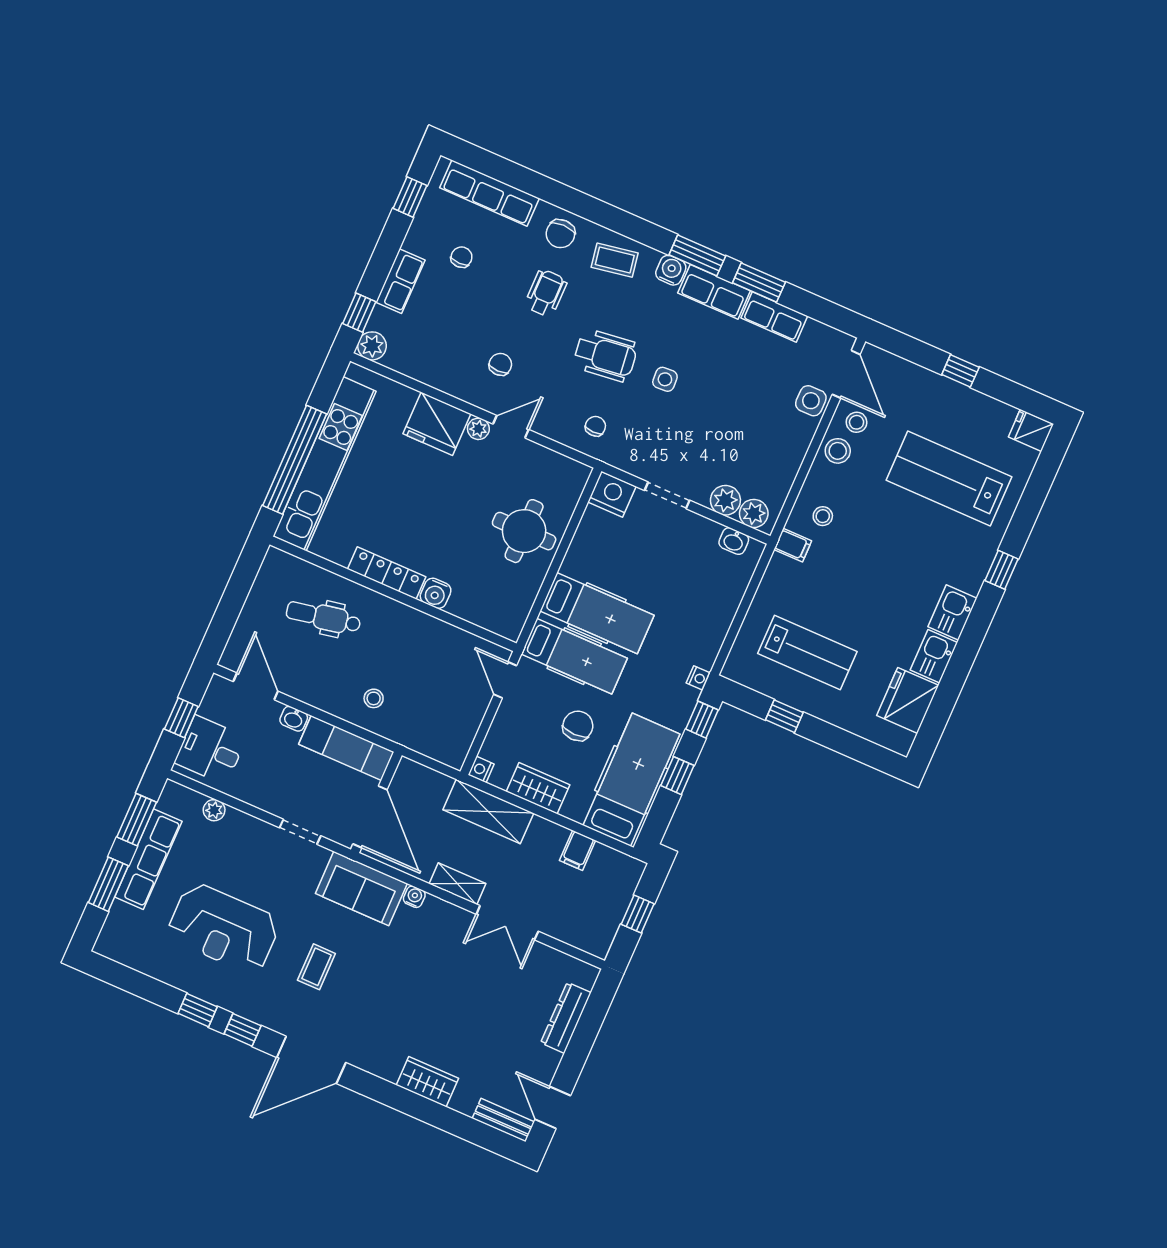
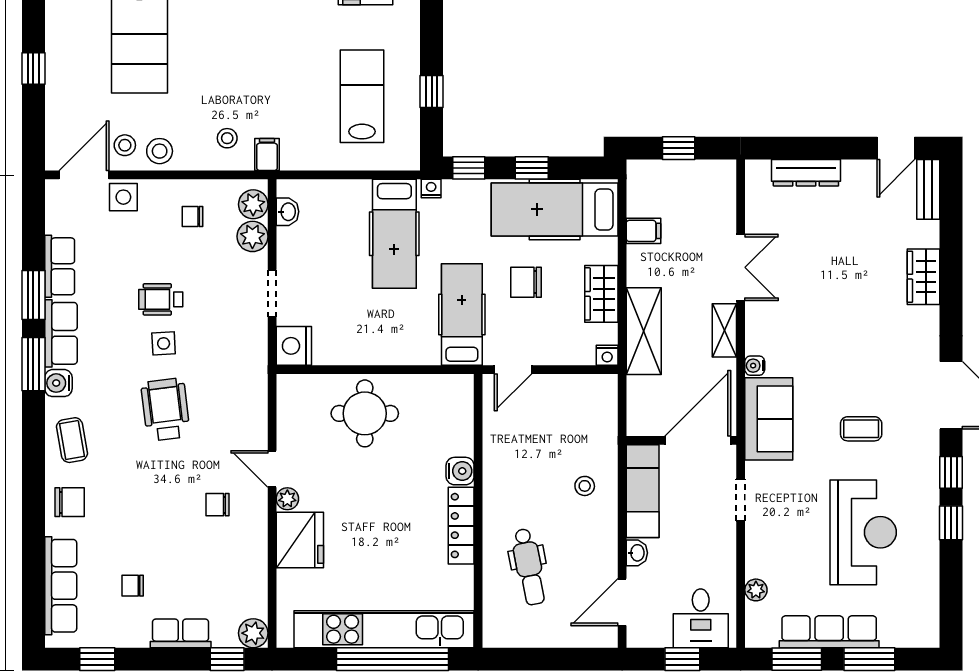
wheelchair: (546, 293) -> (161, 299), moved
chair: (595, 426) -> (193, 216), moved
hospital bed: (597, 613) -> (394, 234), moved, turned 180

